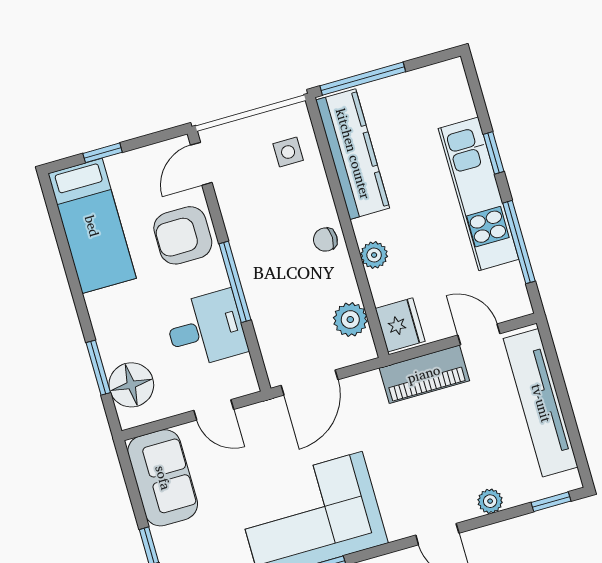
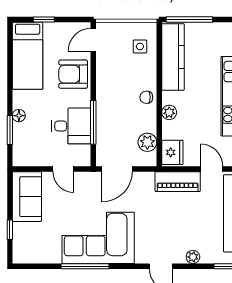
window: (235, 282) -> (93, 122), moved
floor lamp: (131, 385) -> (19, 116), moved, width x0.53, depth x0.53

